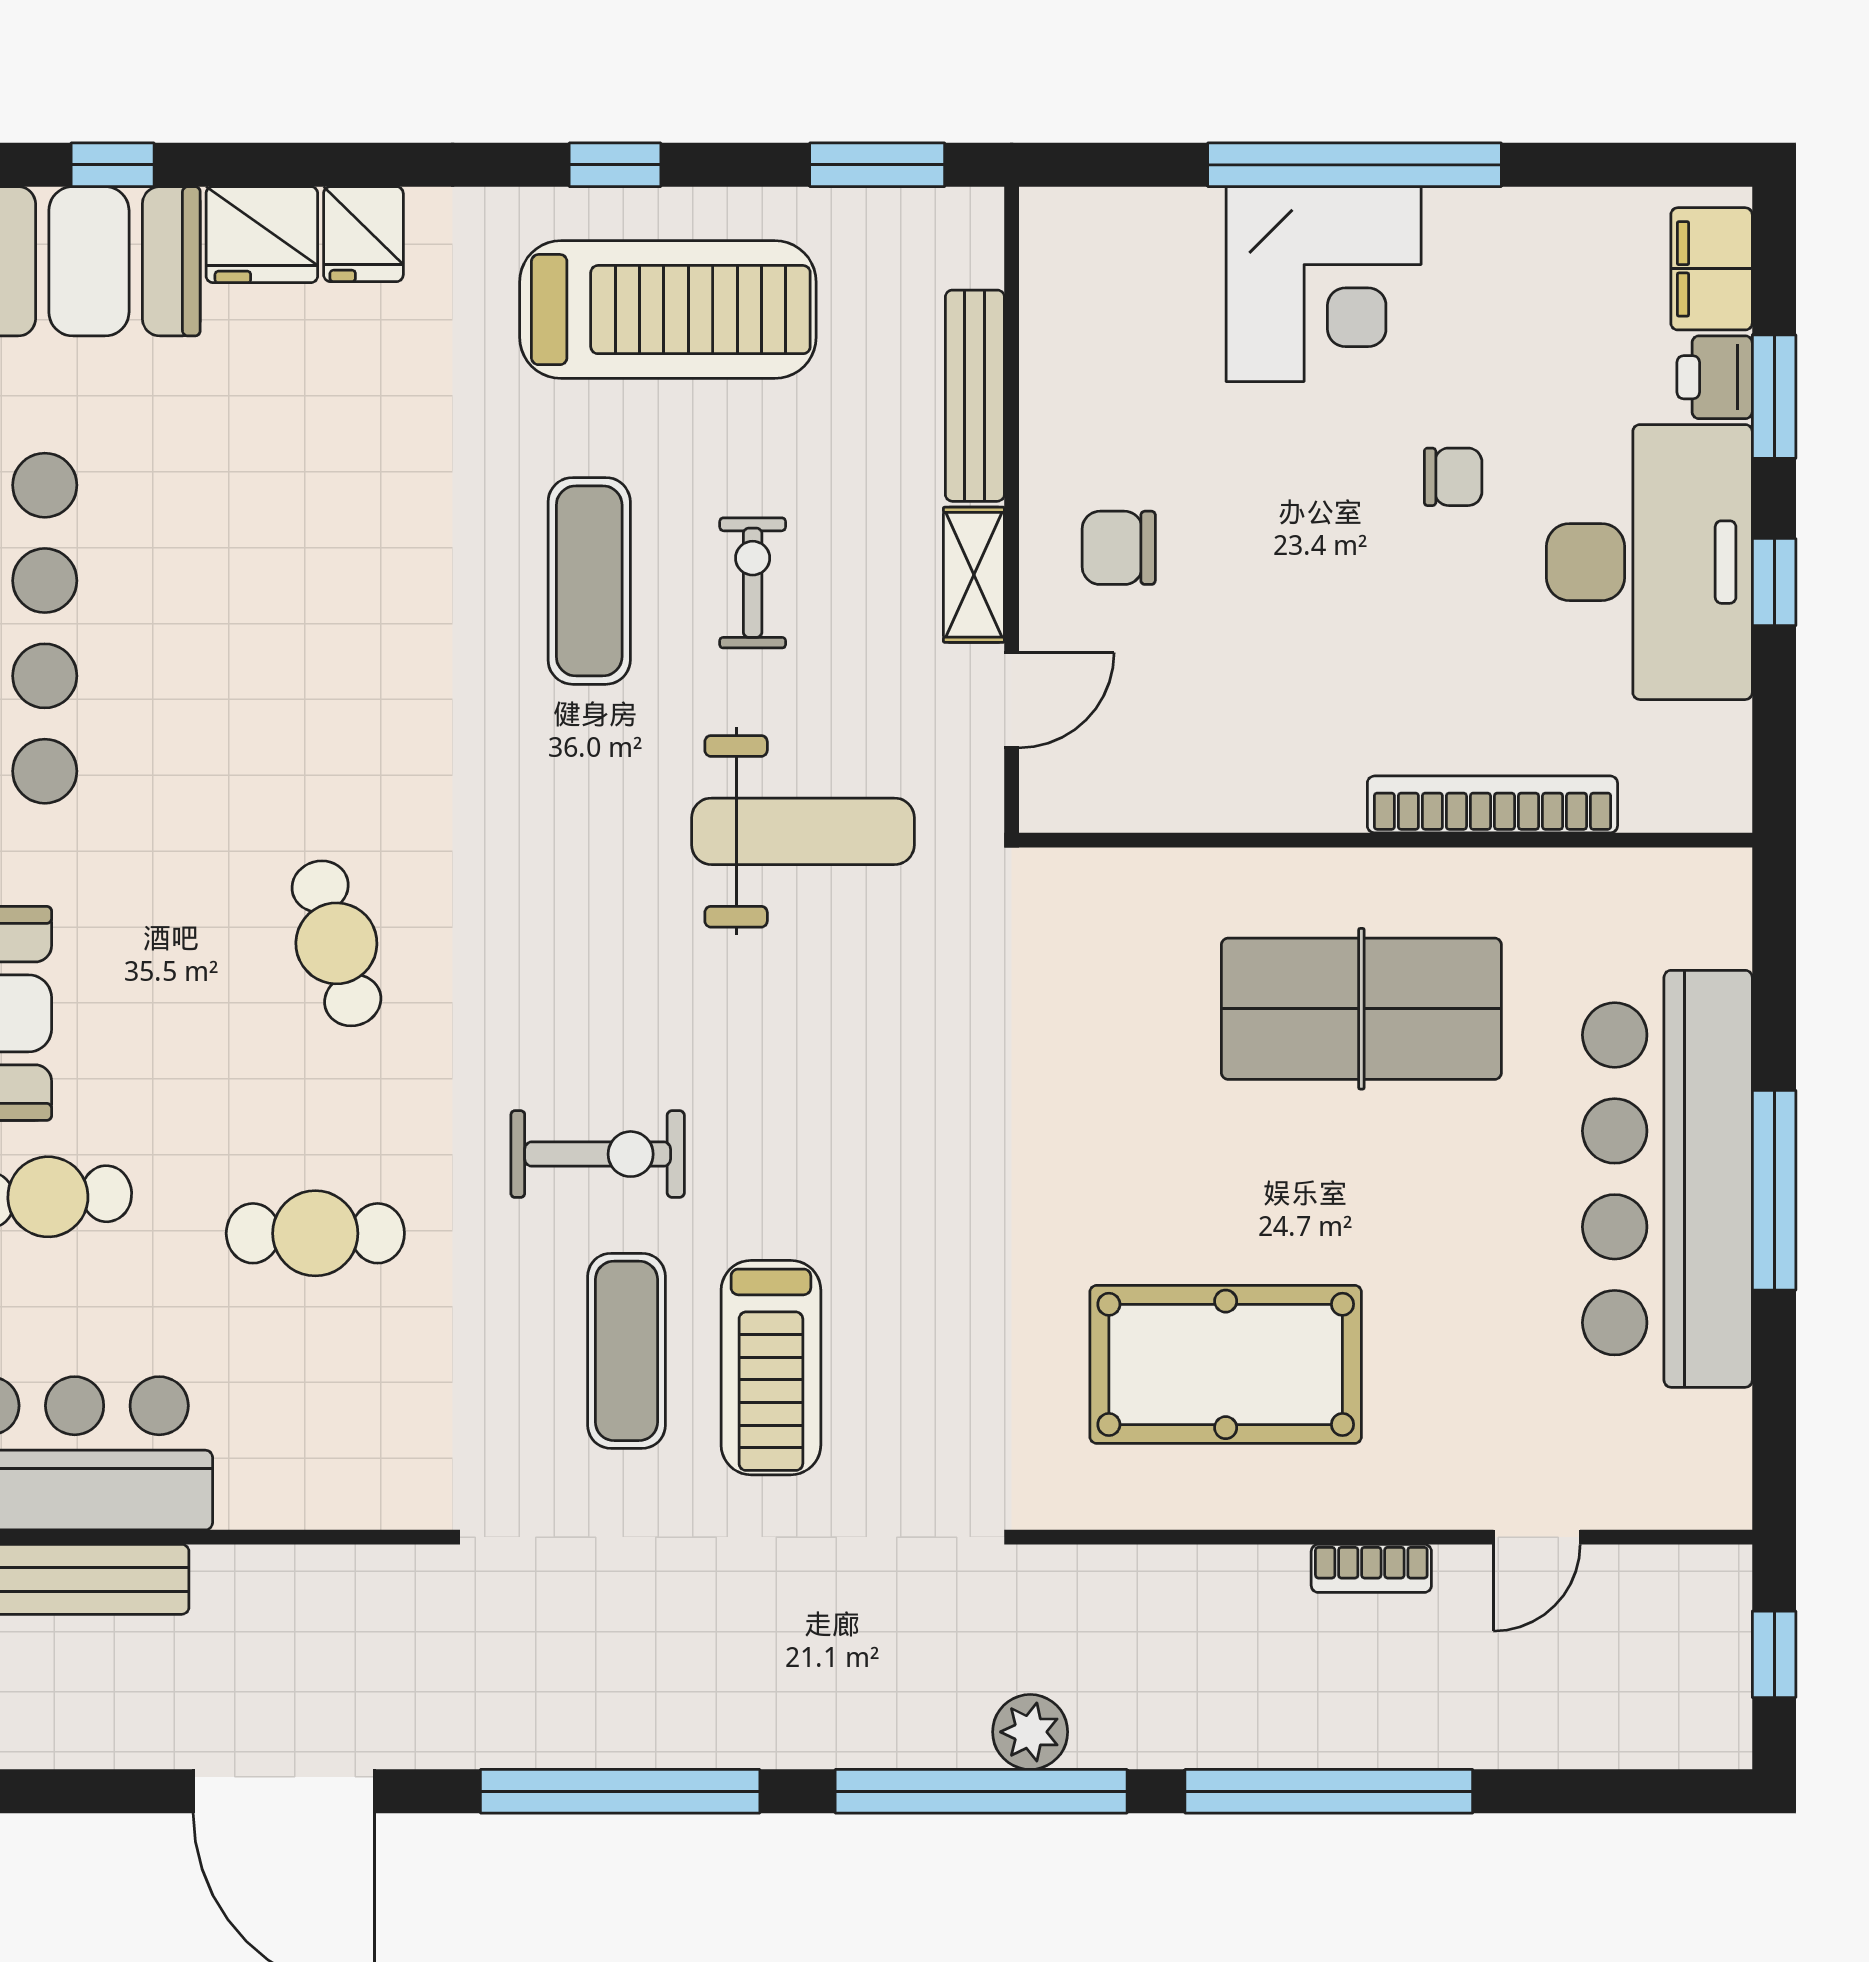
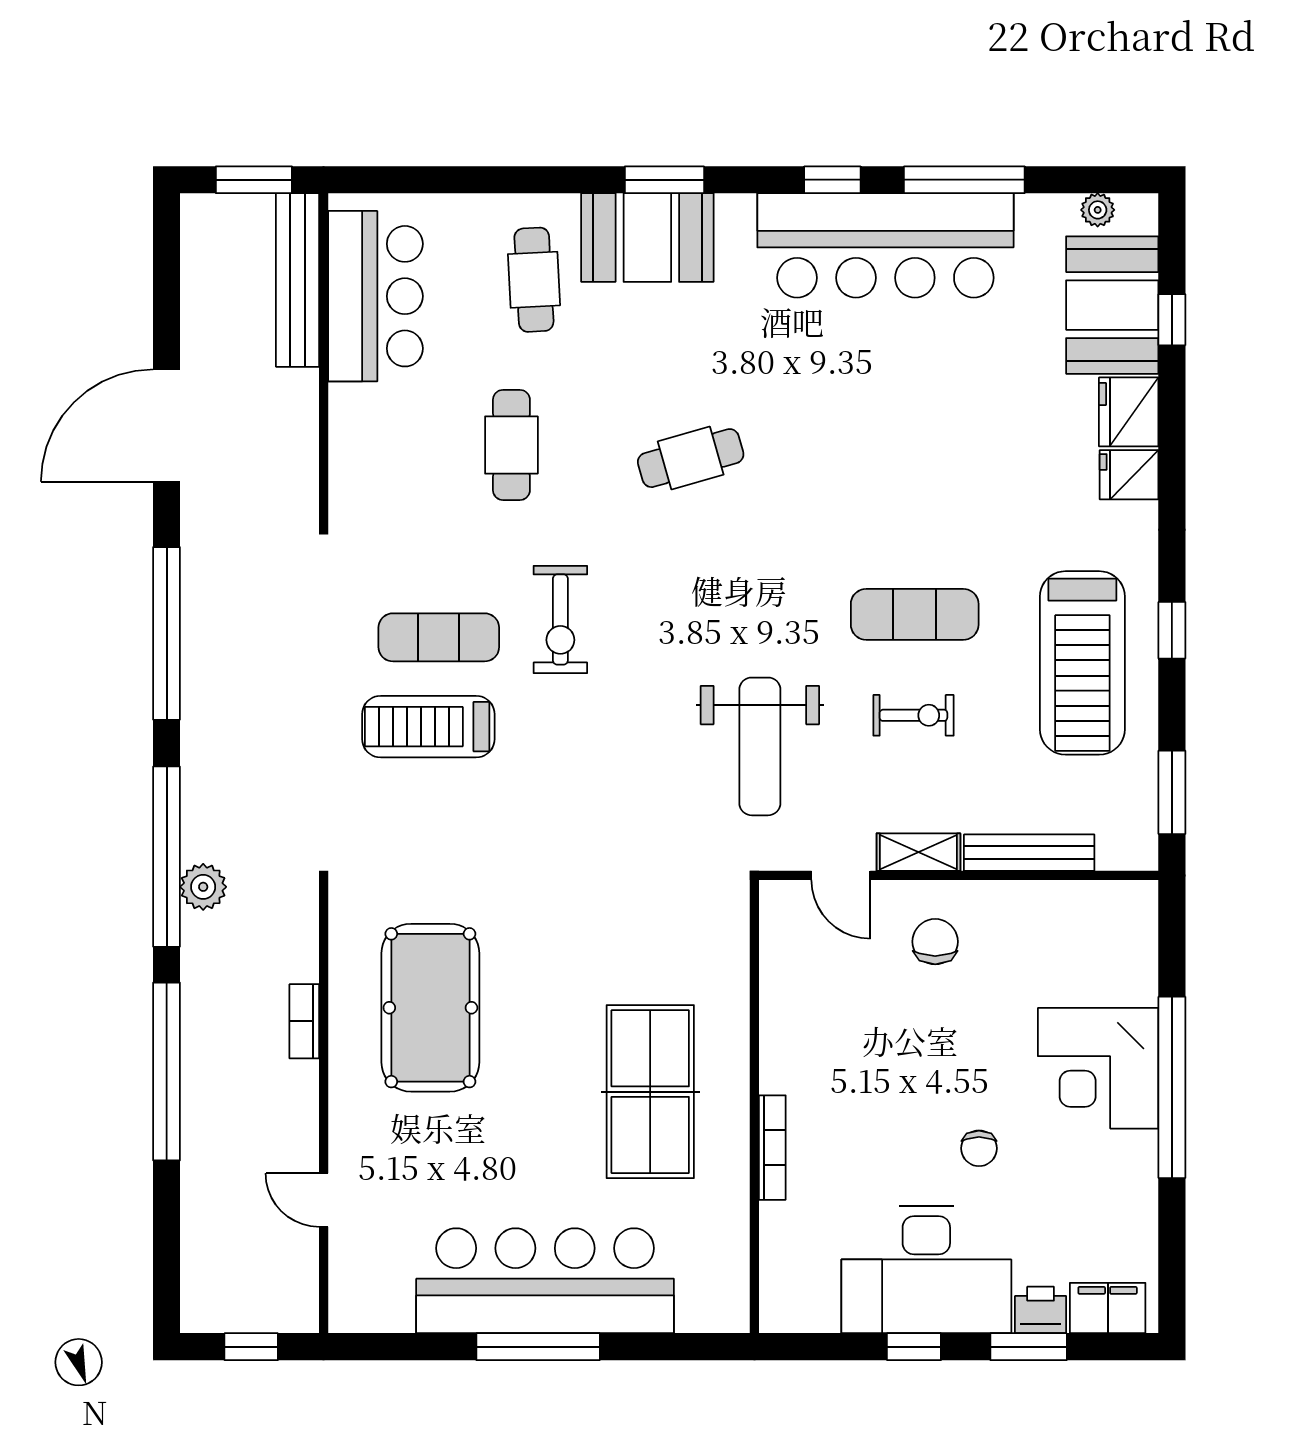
bookcase: (1492, 804) -> (772, 1148), width x0.68, depth x0.76
bookcase: (1371, 1568) -> (304, 1021), moved

